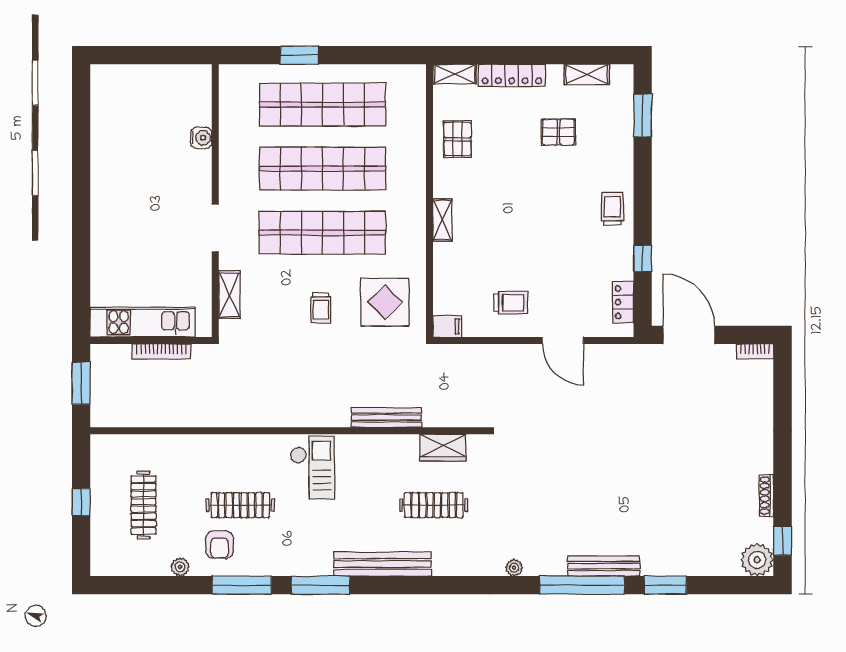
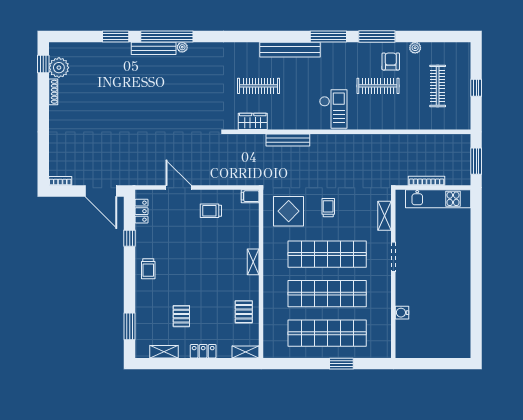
locker: (512, 75) -> (203, 351), width x0.66
pallet: (559, 132) -> (181, 316), turned 90
checkout: (313, 468) -> (333, 109), turned 180
plant: (757, 560) -> (59, 68), moved
plant: (514, 568) -> (182, 47), moved

